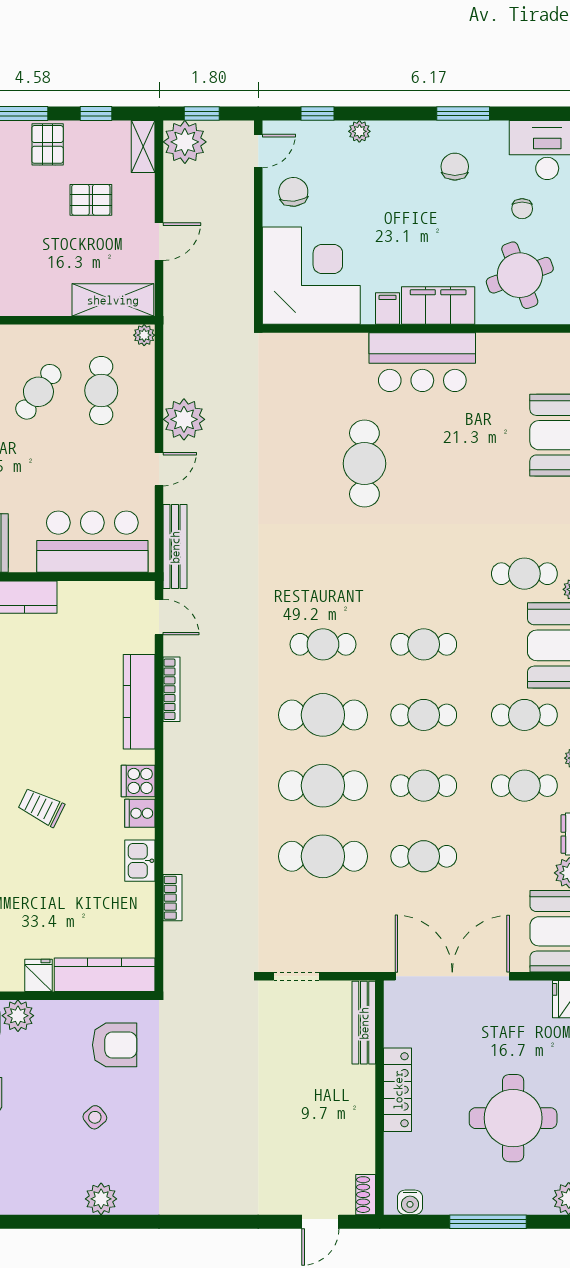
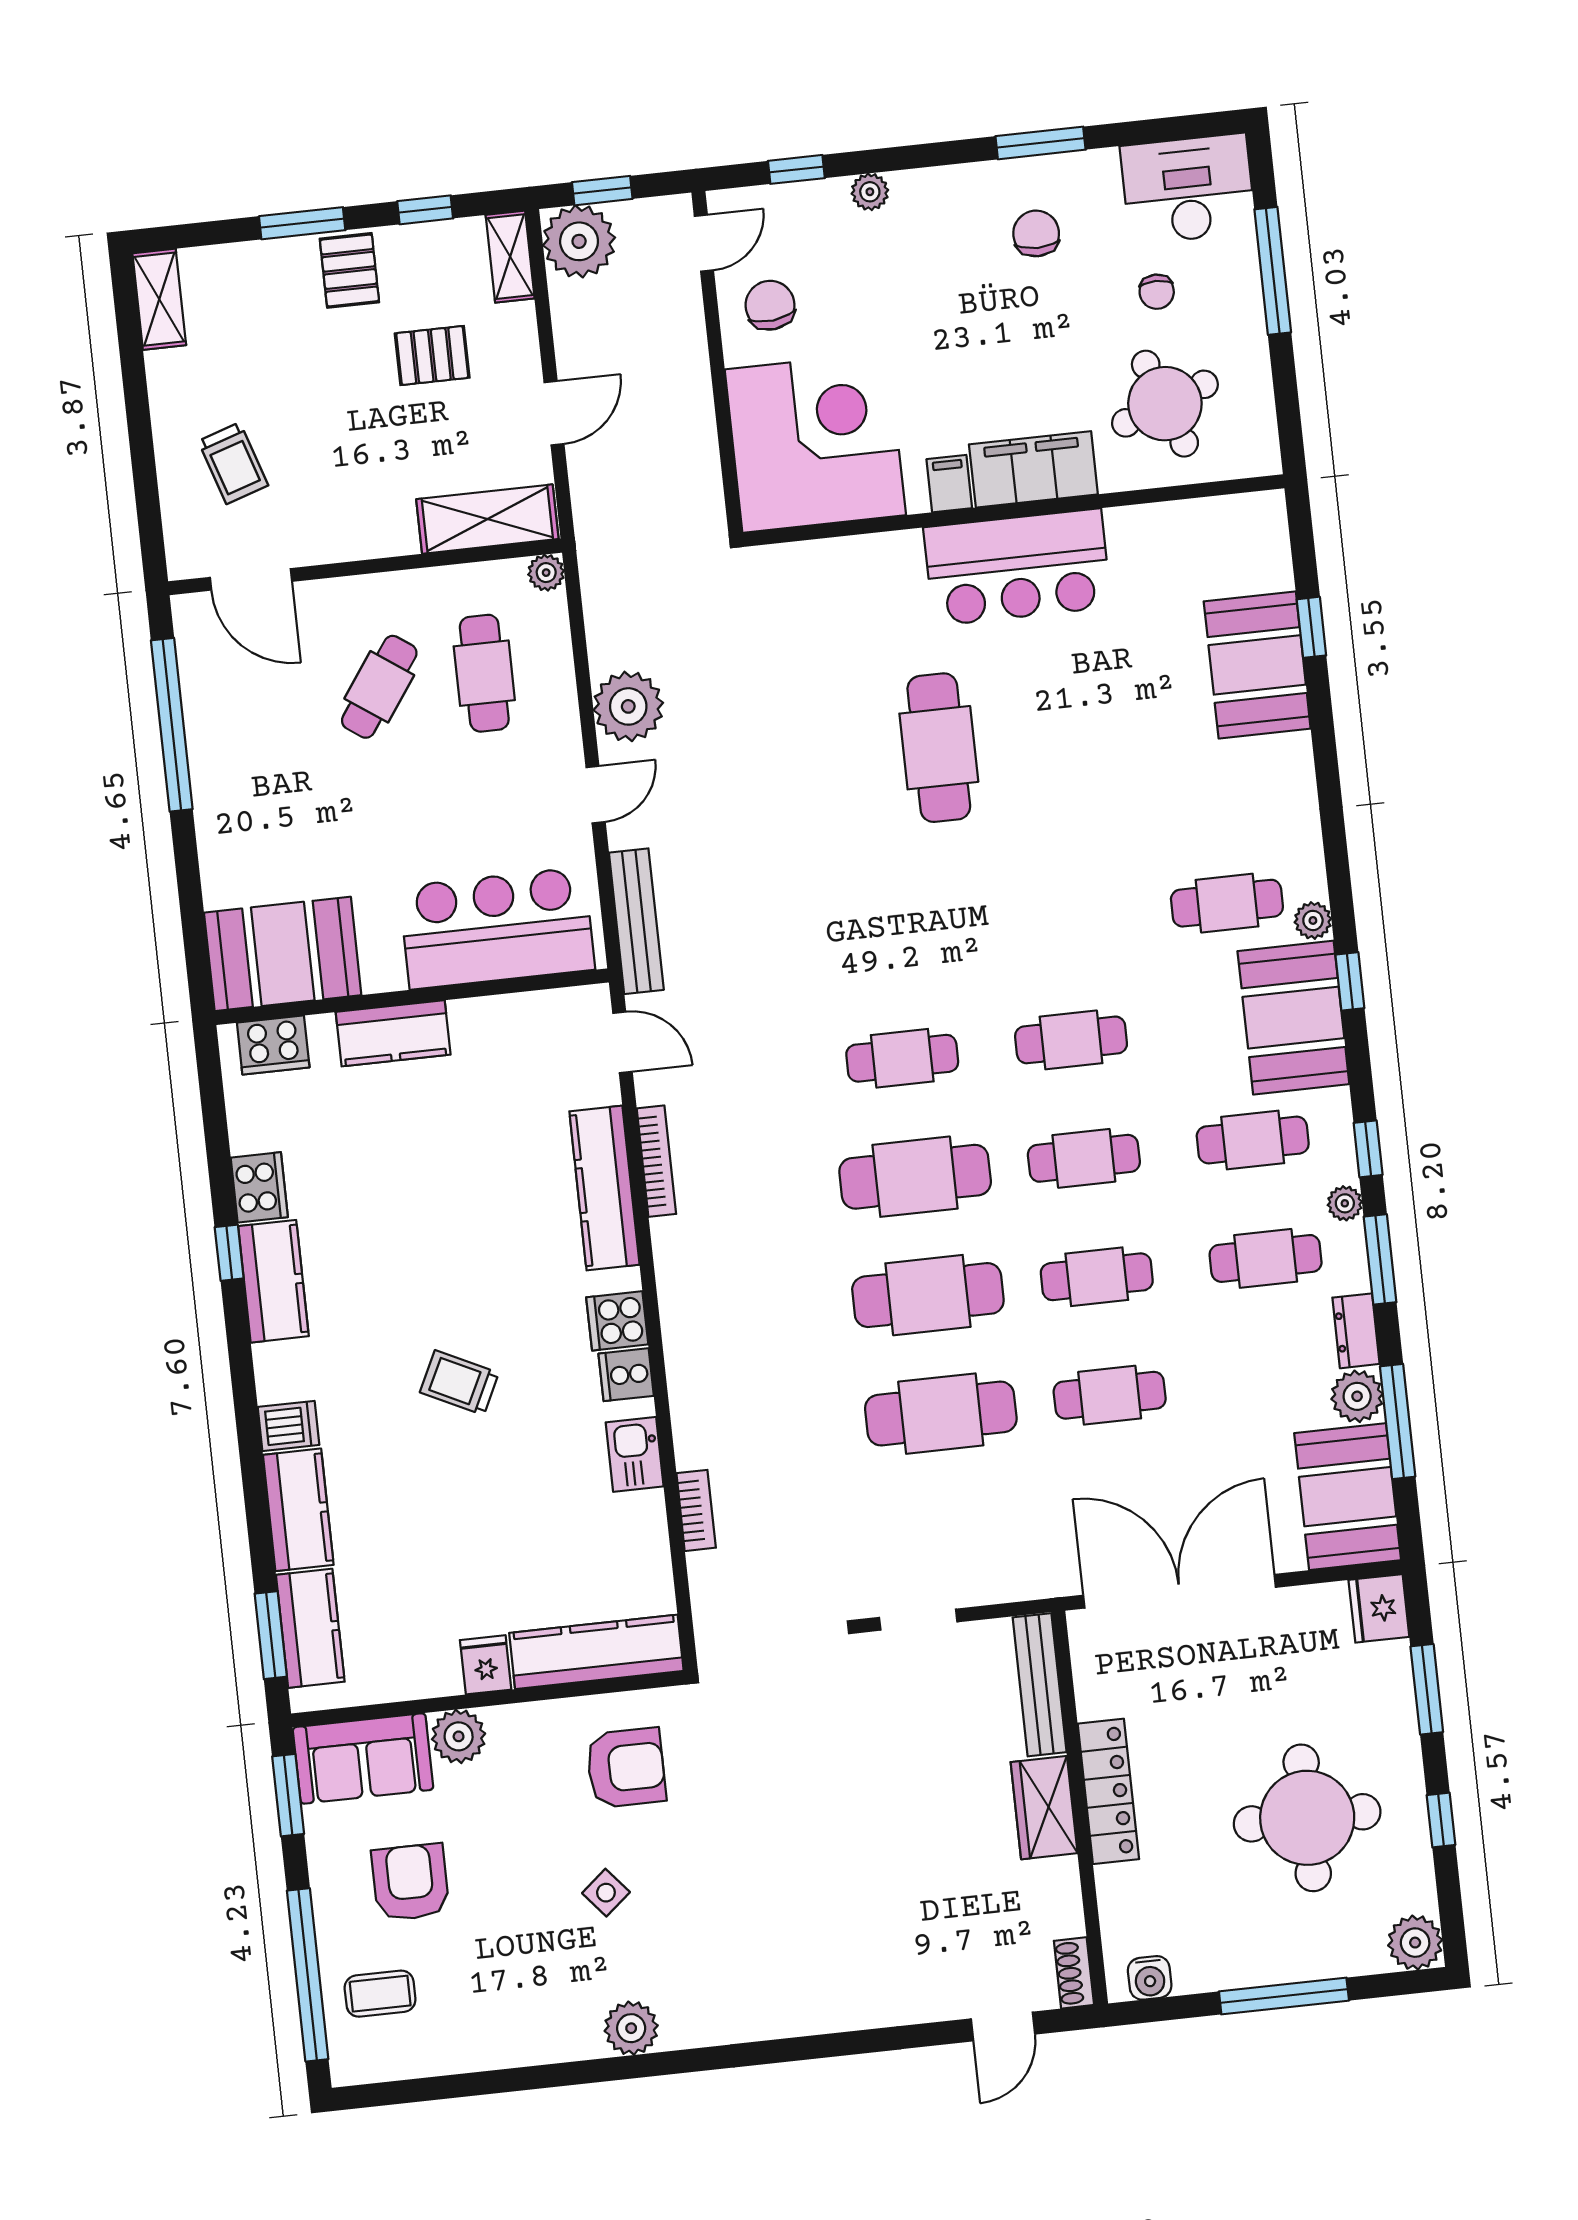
wardrobe: (359, 1095) -> (1044, 1808), added

